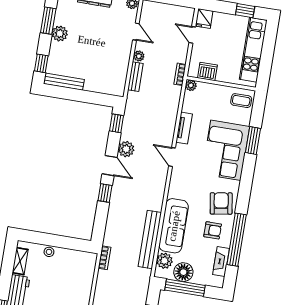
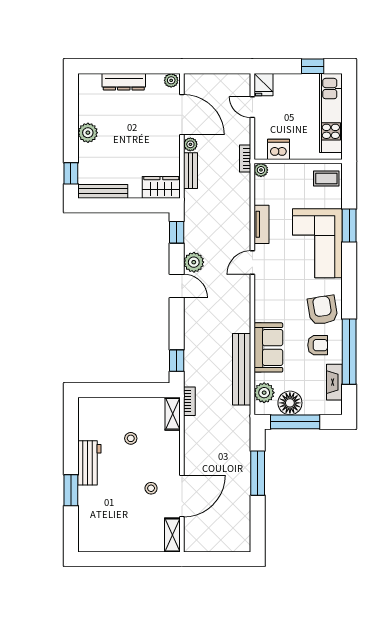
window: (48, 21) -> (71, 119), removed
door: (136, 32) -> (182, 115), width x1.87
wardrobe: (110, 86) -> (161, 187), added
door: (172, 157) -> (252, 263), hinge flipped
window: (105, 193) -> (177, 361), moved
sofa: (174, 226) -> (268, 347), width x0.73
stool: (49, 252) -> (131, 438), moved
shelving: (20, 261) -> (173, 414), moved

